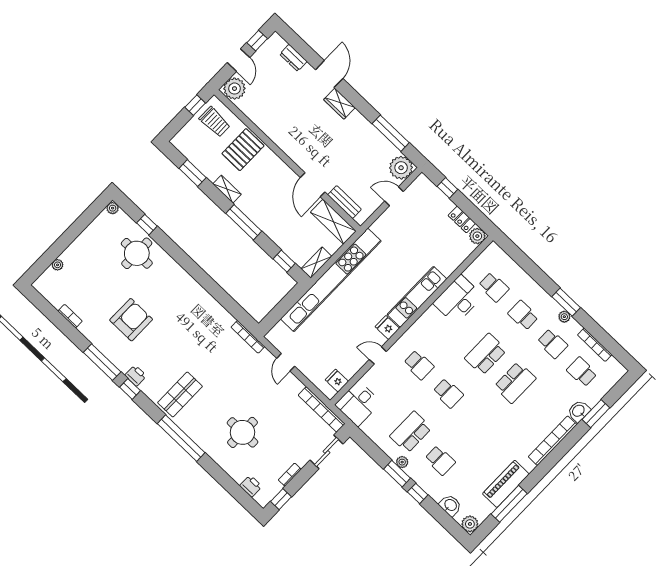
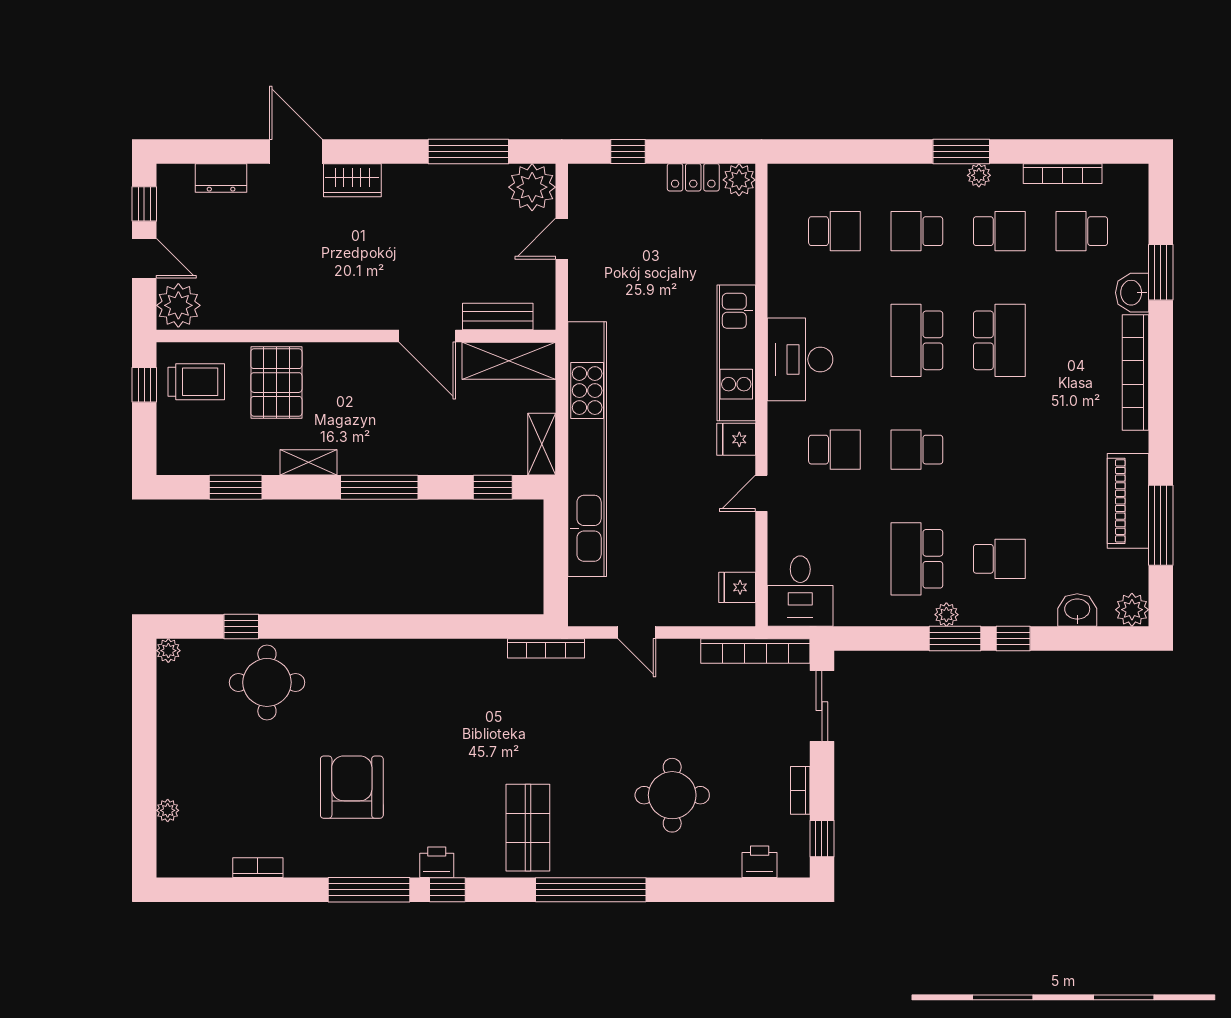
desk: (458, 300) -> (800, 359), moved
school desk: (448, 393) -> (917, 450), turned 180

